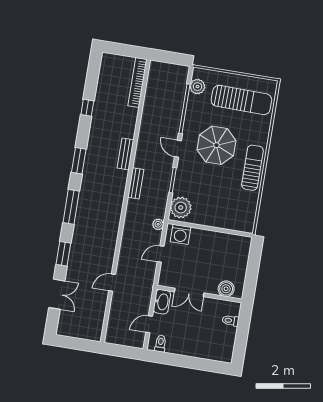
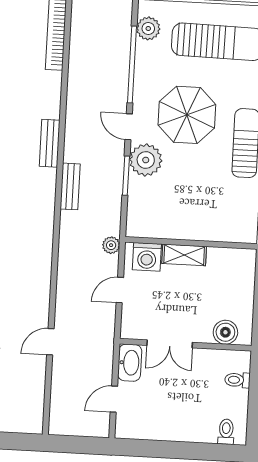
plant: (181, 208) -> (146, 160), moved
shelving: (205, 236) -> (184, 255), added
toilet: (160, 344) -> (226, 432), moved

